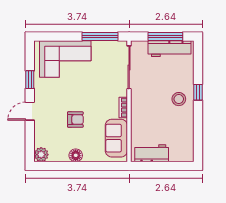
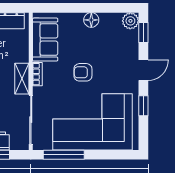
corner sofa: (65, 59) -> (93, 122), width x1.36, depth x1.36
shelving: (137, 104) -> (22, 79), added
armchair: (75, 120) -> (83, 72), moved
window: (30, 144) -> (143, 33), added

